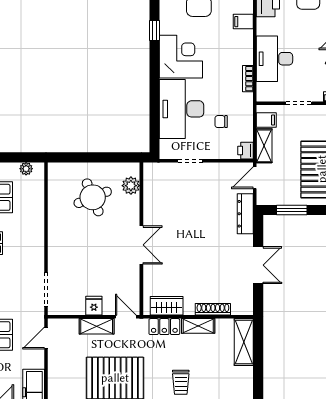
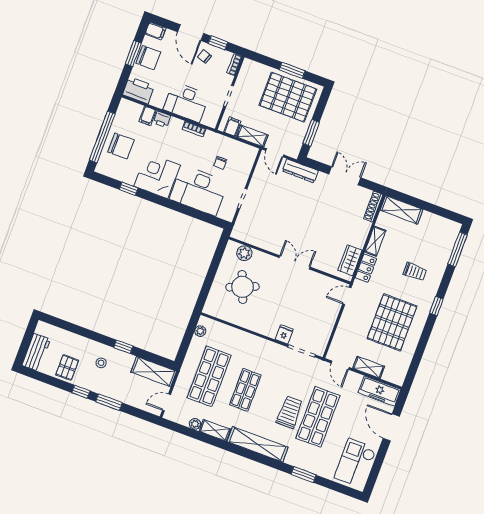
printer: (245, 151) -> (162, 119), moved
fridge: (94, 306) -> (284, 334), moved, turned 90
shoe rack: (213, 309) -> (373, 207), moved
shelving: (97, 326) -> (369, 367), moved, turned 90

